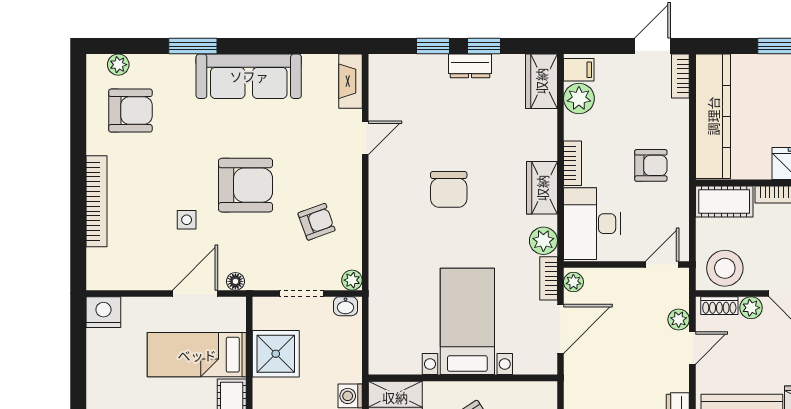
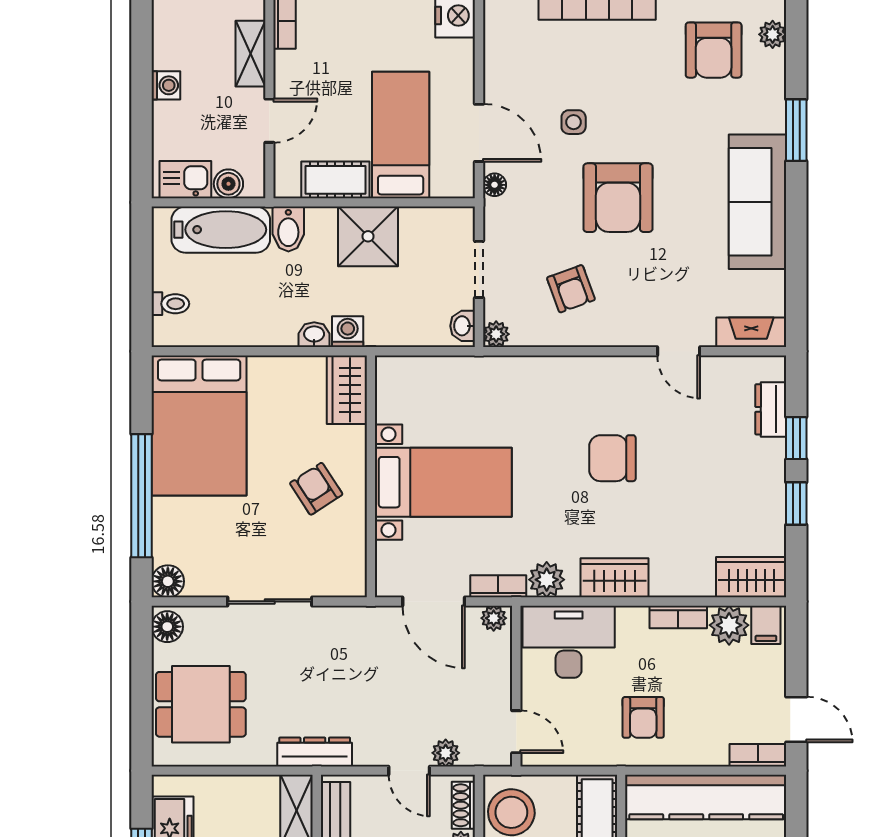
dresser: (470, 66) -> (771, 409), moved
bookcase: (573, 163) -> (678, 617), moved
shower: (276, 354) -> (368, 236), moved

